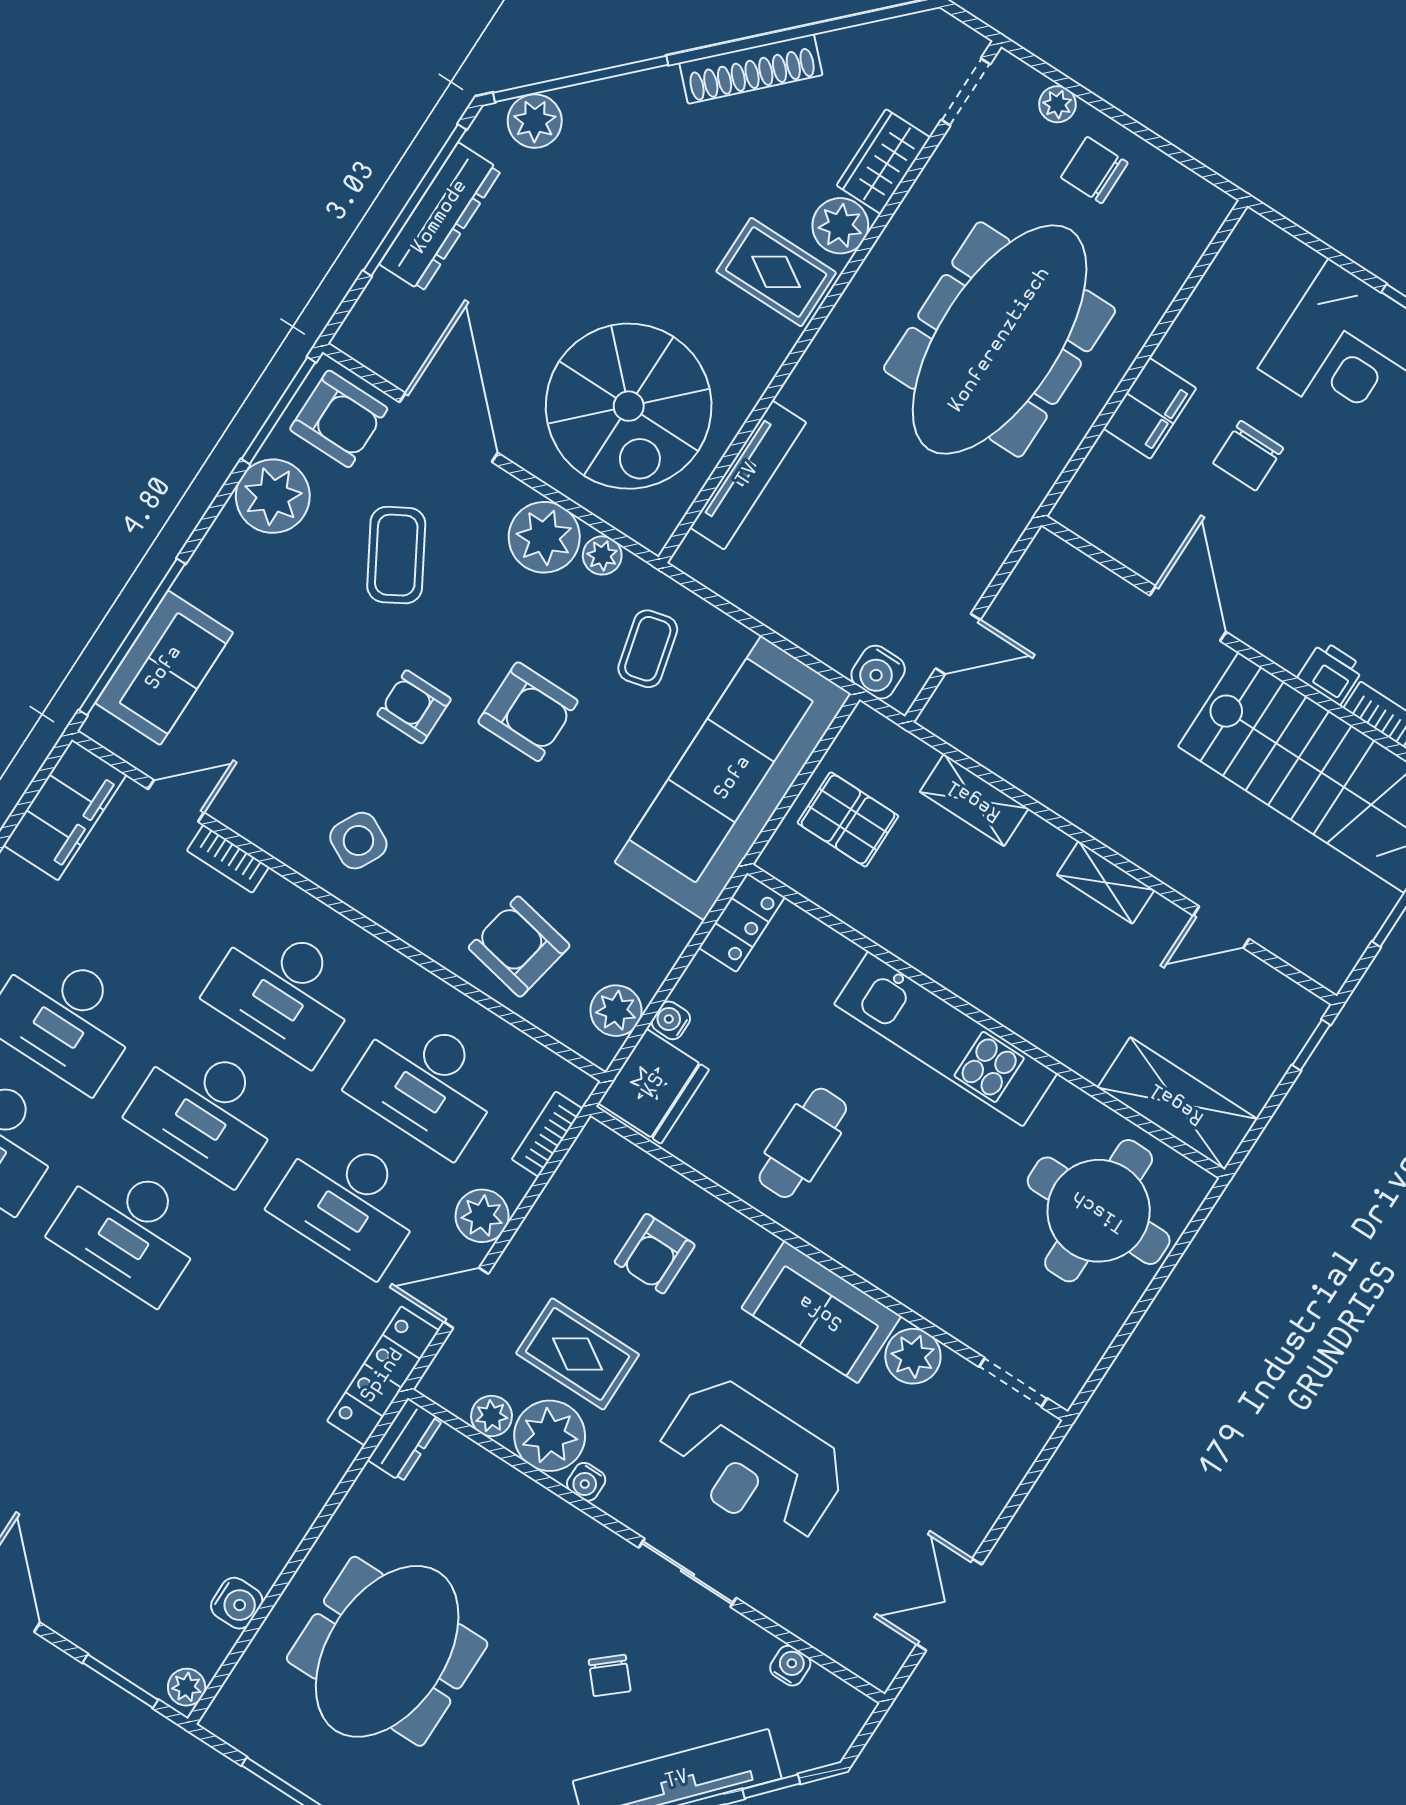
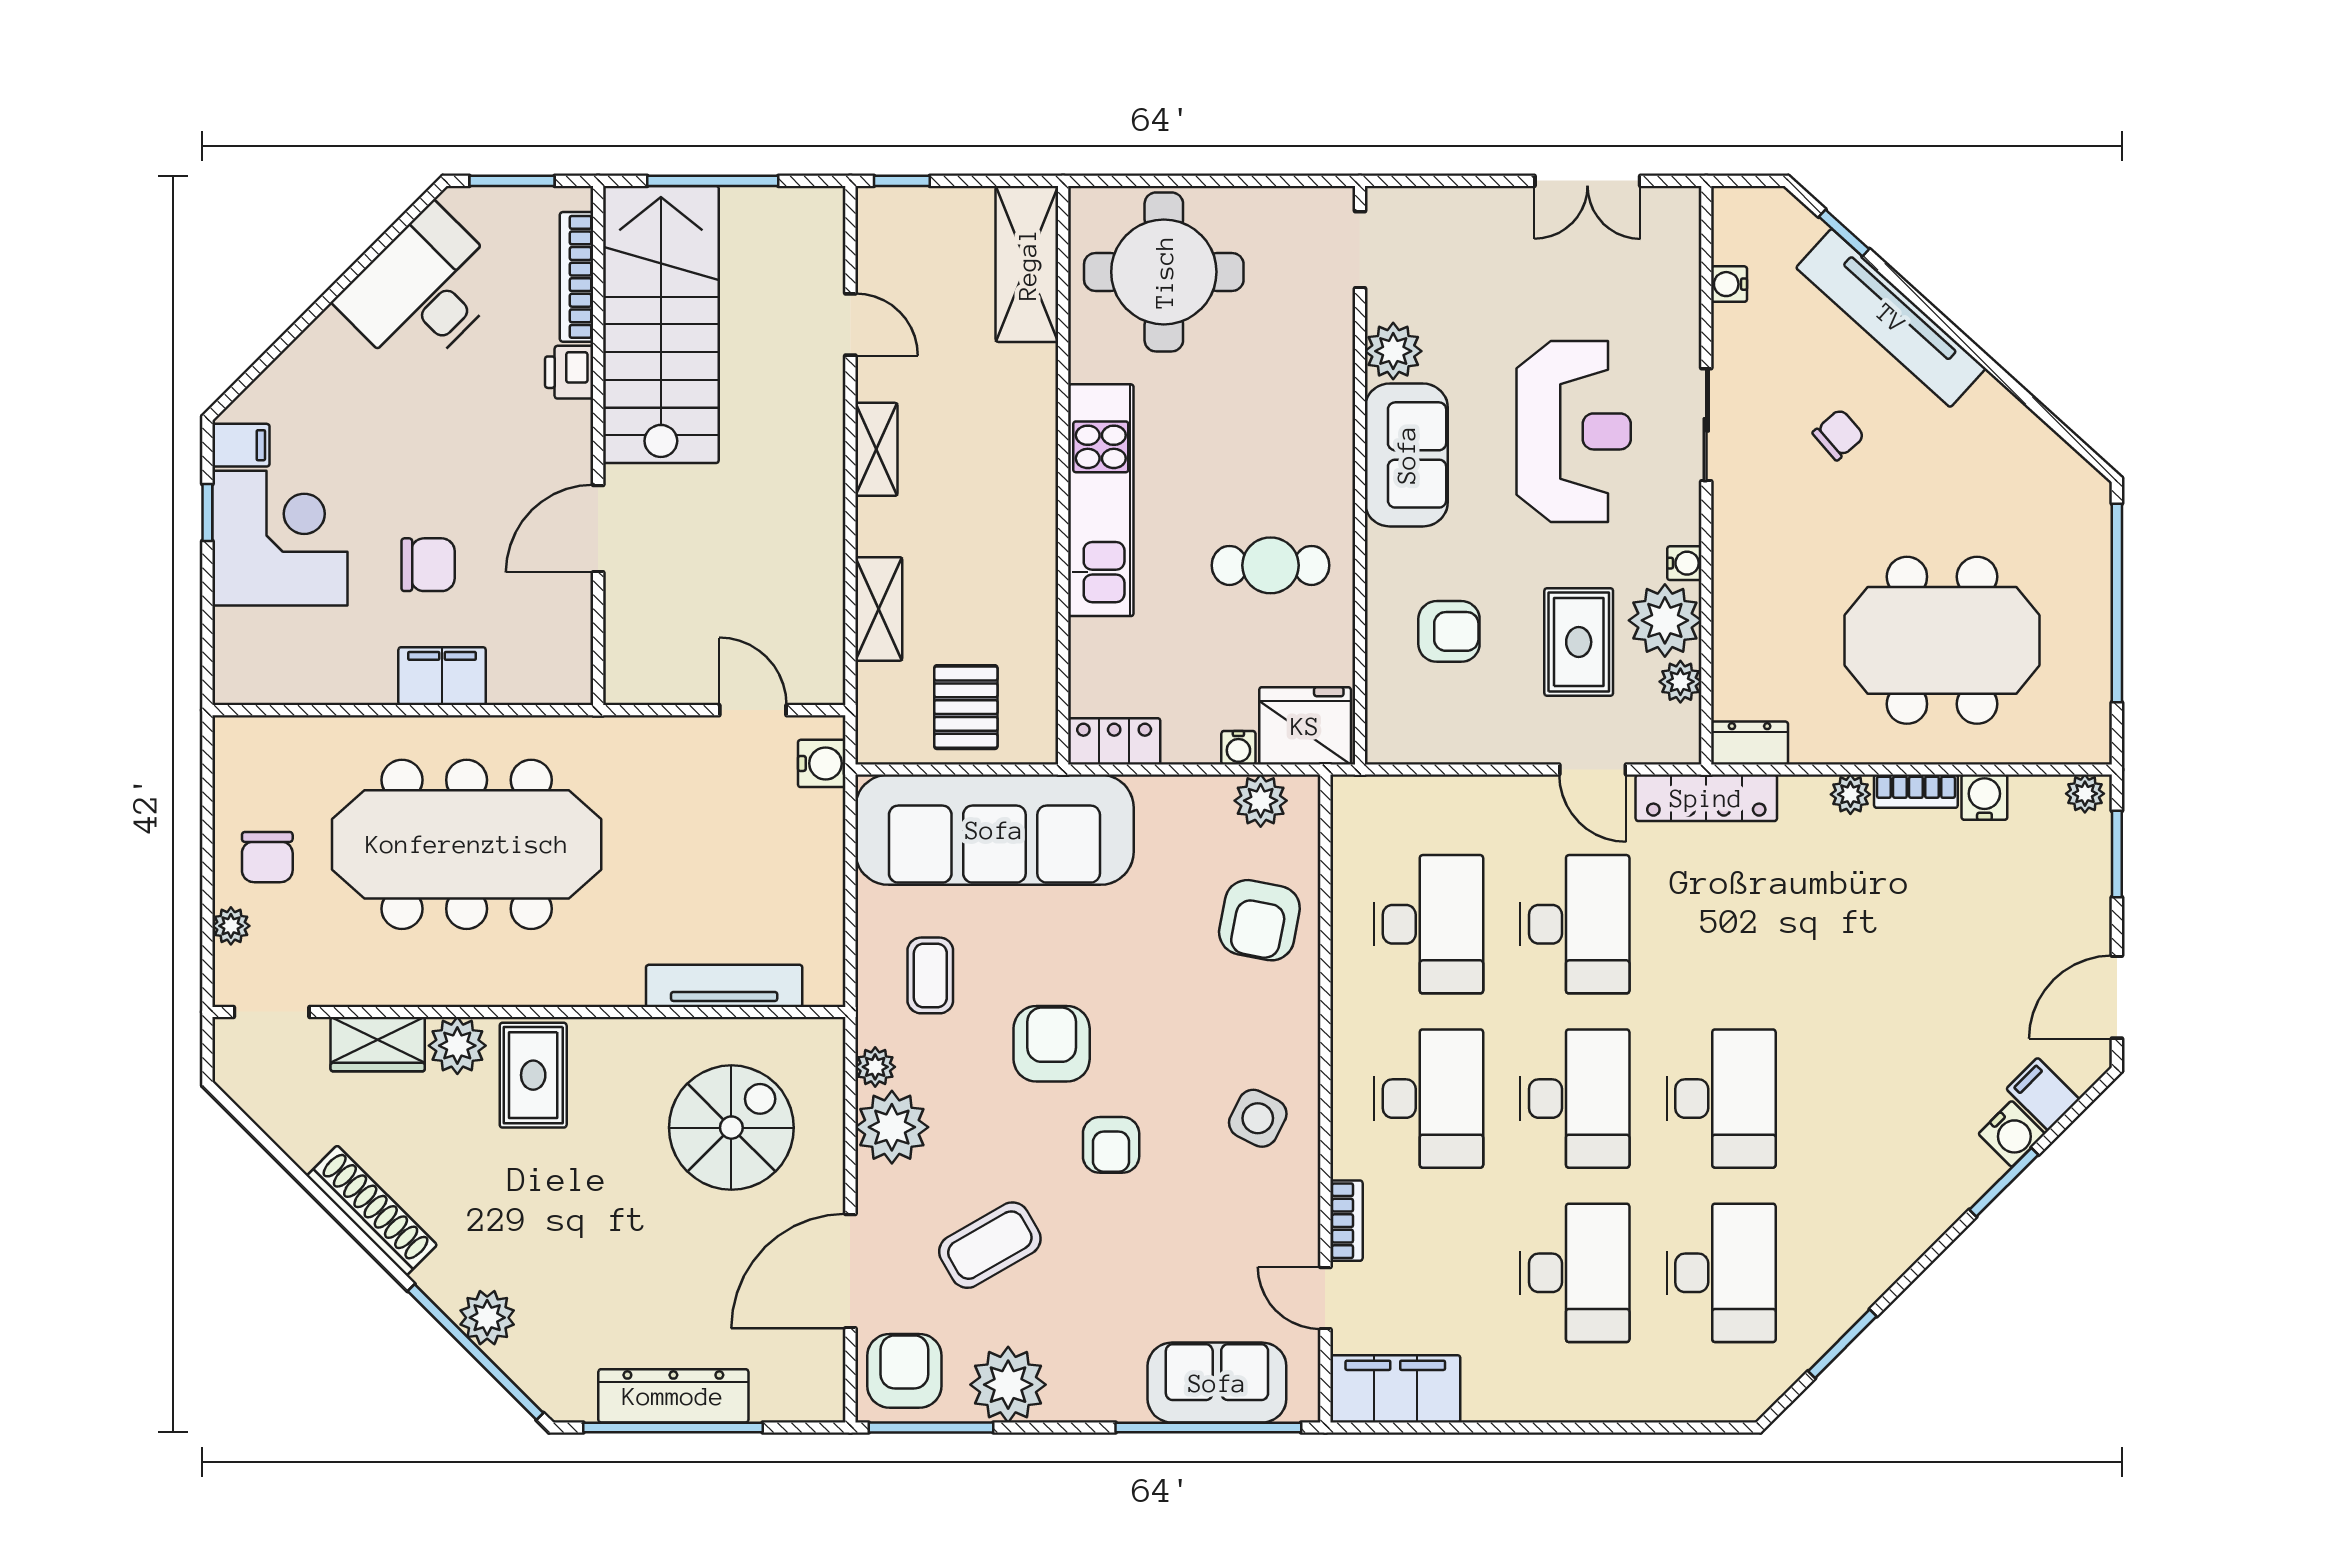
plant: (535, 121) -> (487, 1318), moved
spiral stairs: (629, 406) -> (731, 1128), width x0.73, depth x0.73
coffee table: (648, 649) -> (930, 975), turned -76
bookcase: (547, 1134) -> (1916, 791), moved
plant: (482, 1216) -> (1850, 794), moved, width x0.73, depth x0.73

